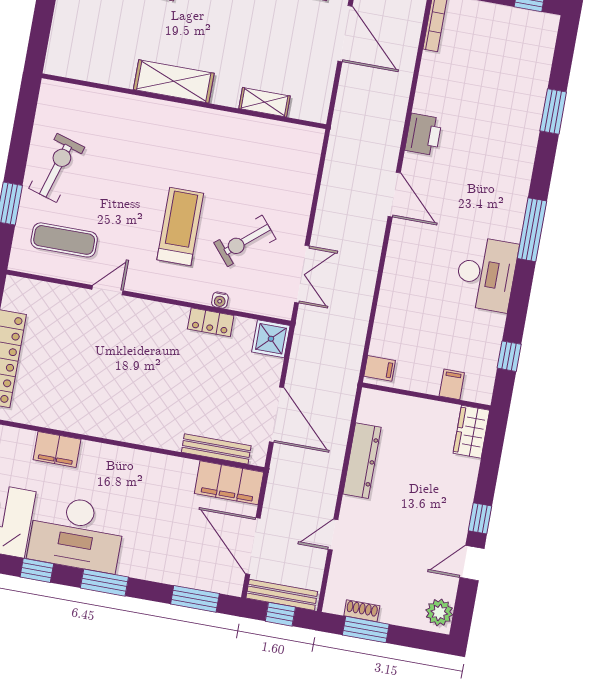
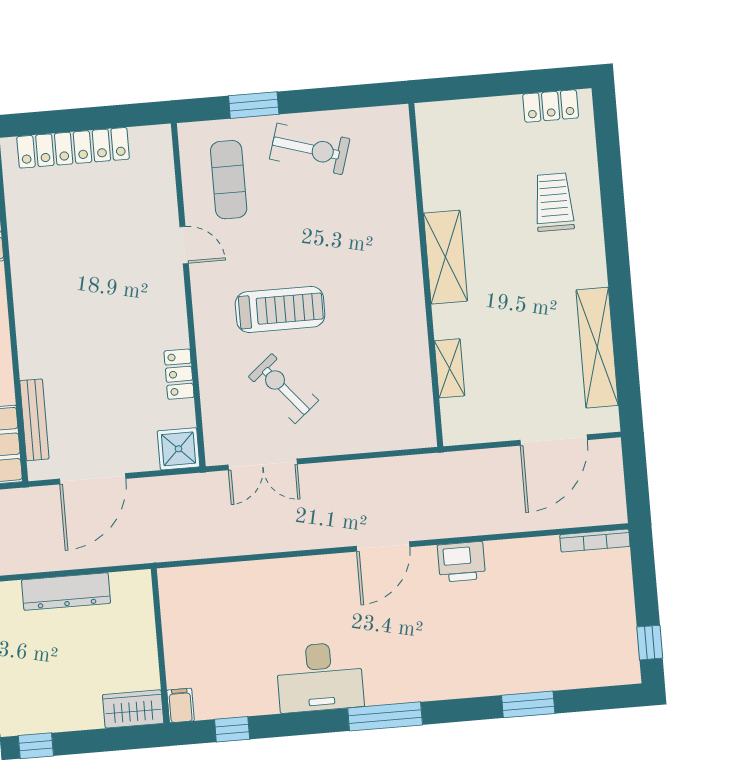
water cooler: (220, 300) -> (207, 378), removed
filing cabinet: (380, 368) -> (178, 584), removed
filing cabinet: (452, 384) -> (180, 705), moved, turned -90

